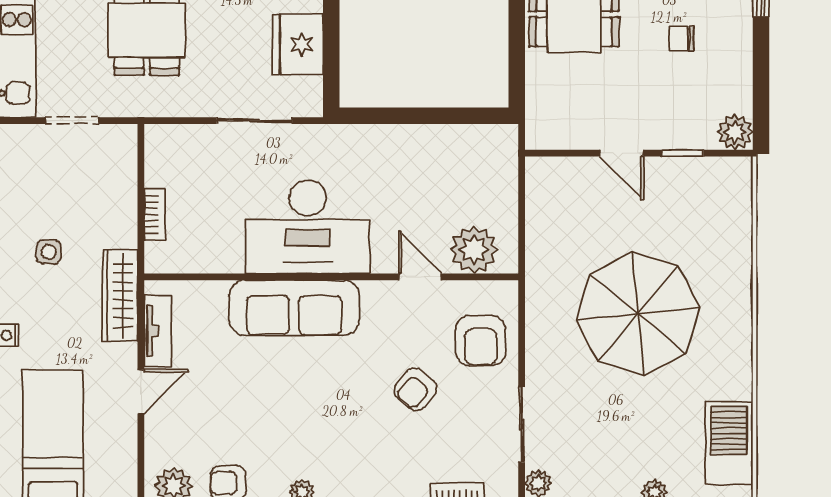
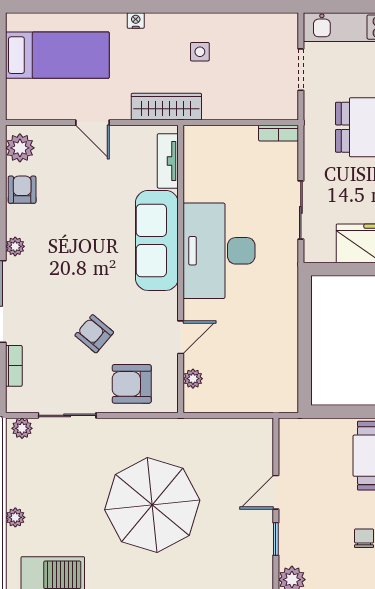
bookcase: (155, 215) -> (279, 133), moved
plant: (474, 250) -> (193, 379), width x0.53, depth x0.53
tv unit: (158, 331) -> (168, 161), moved, turned 90

